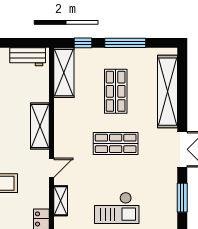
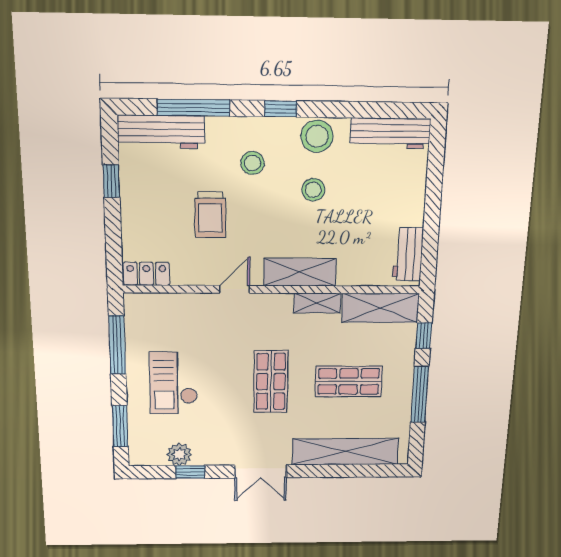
door: (51, 168) -> (235, 289), swing flipped
window: (182, 198) -> (190, 472), width x0.67
shelving: (61, 201) -> (317, 303), moved
plant: (169, 205) -> (179, 454), added

